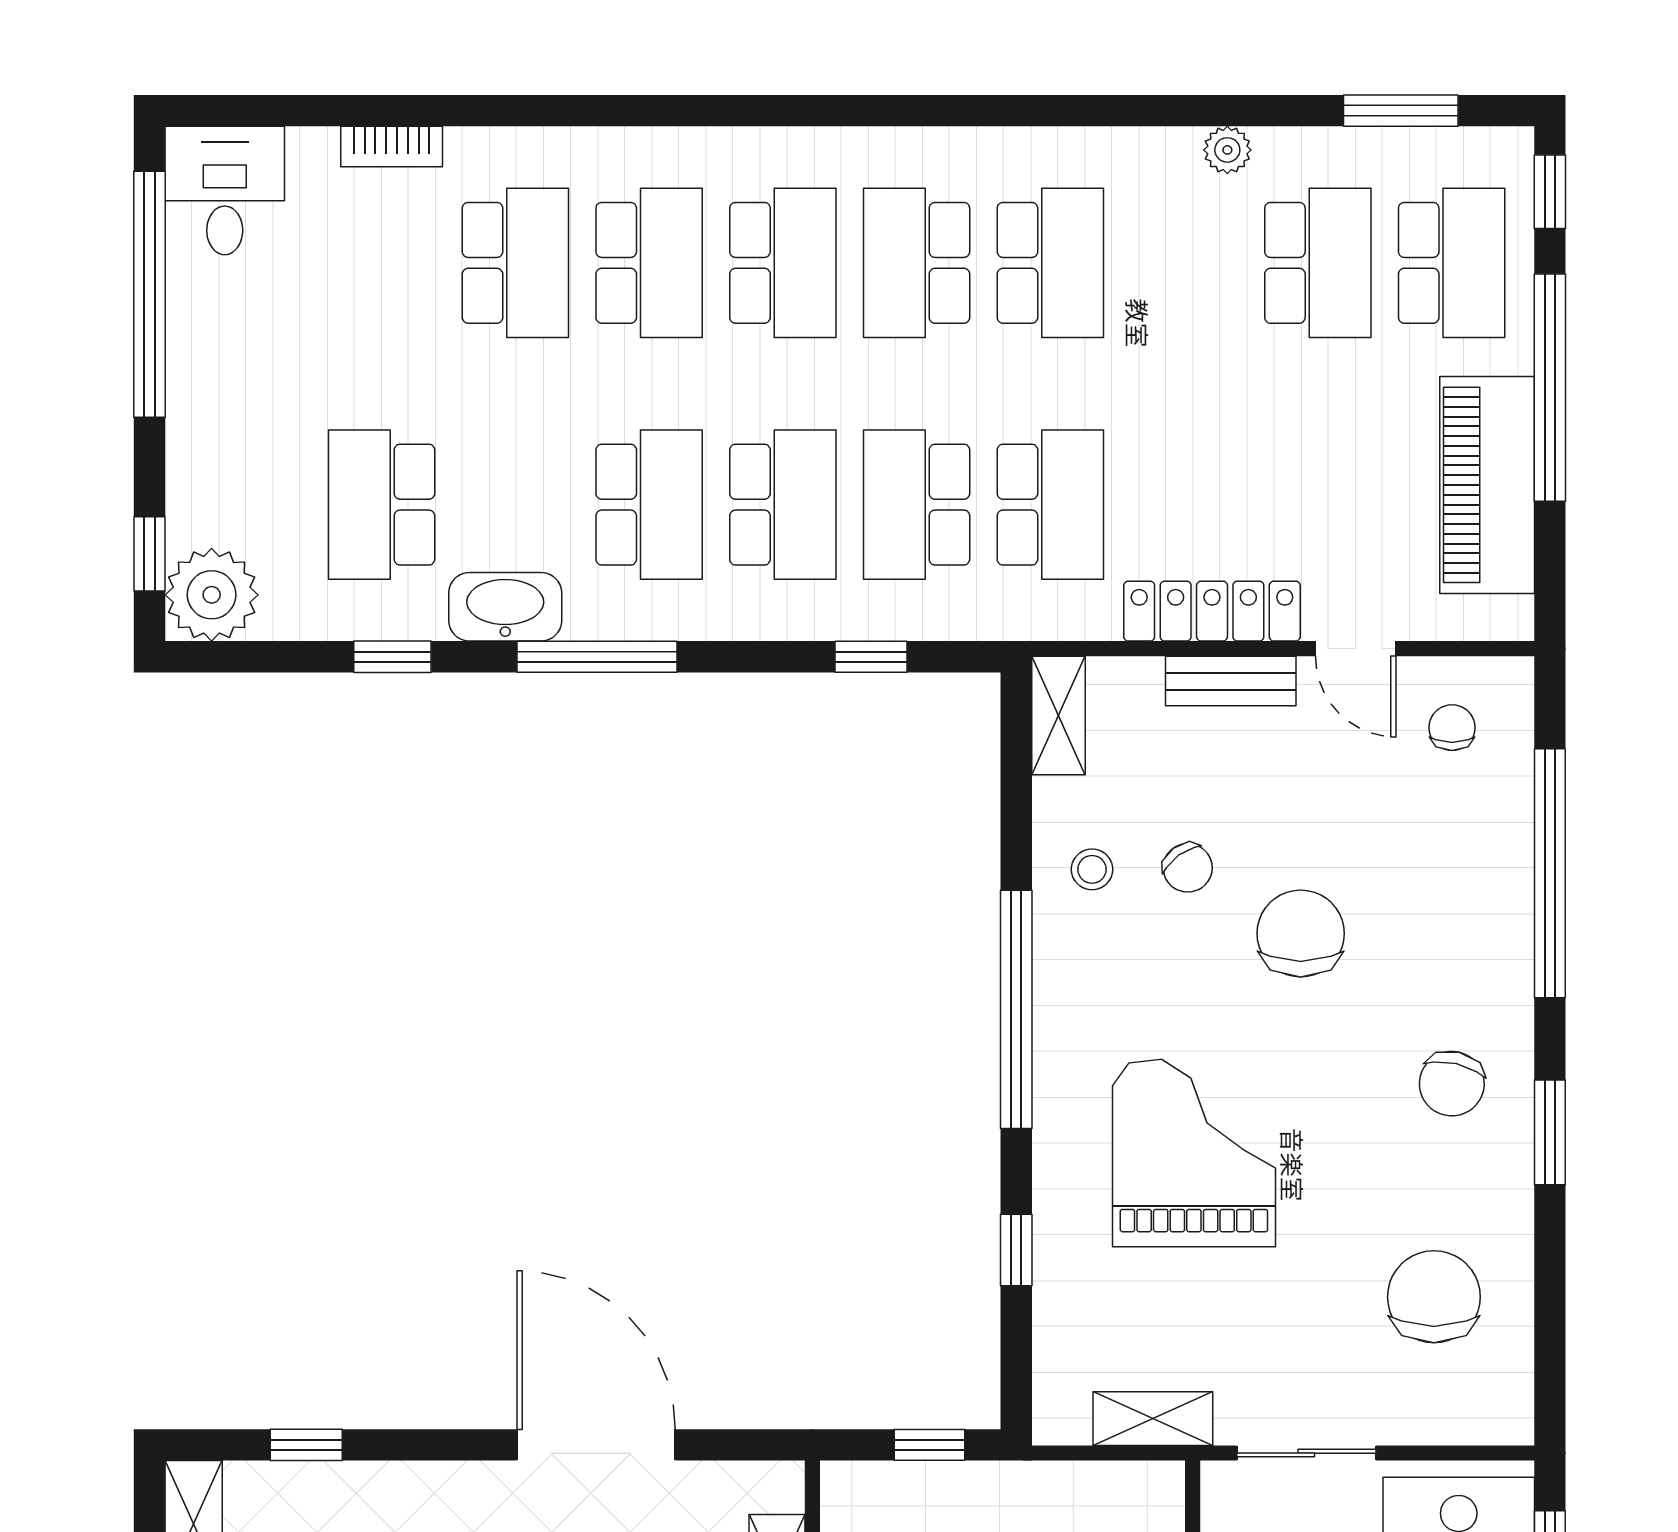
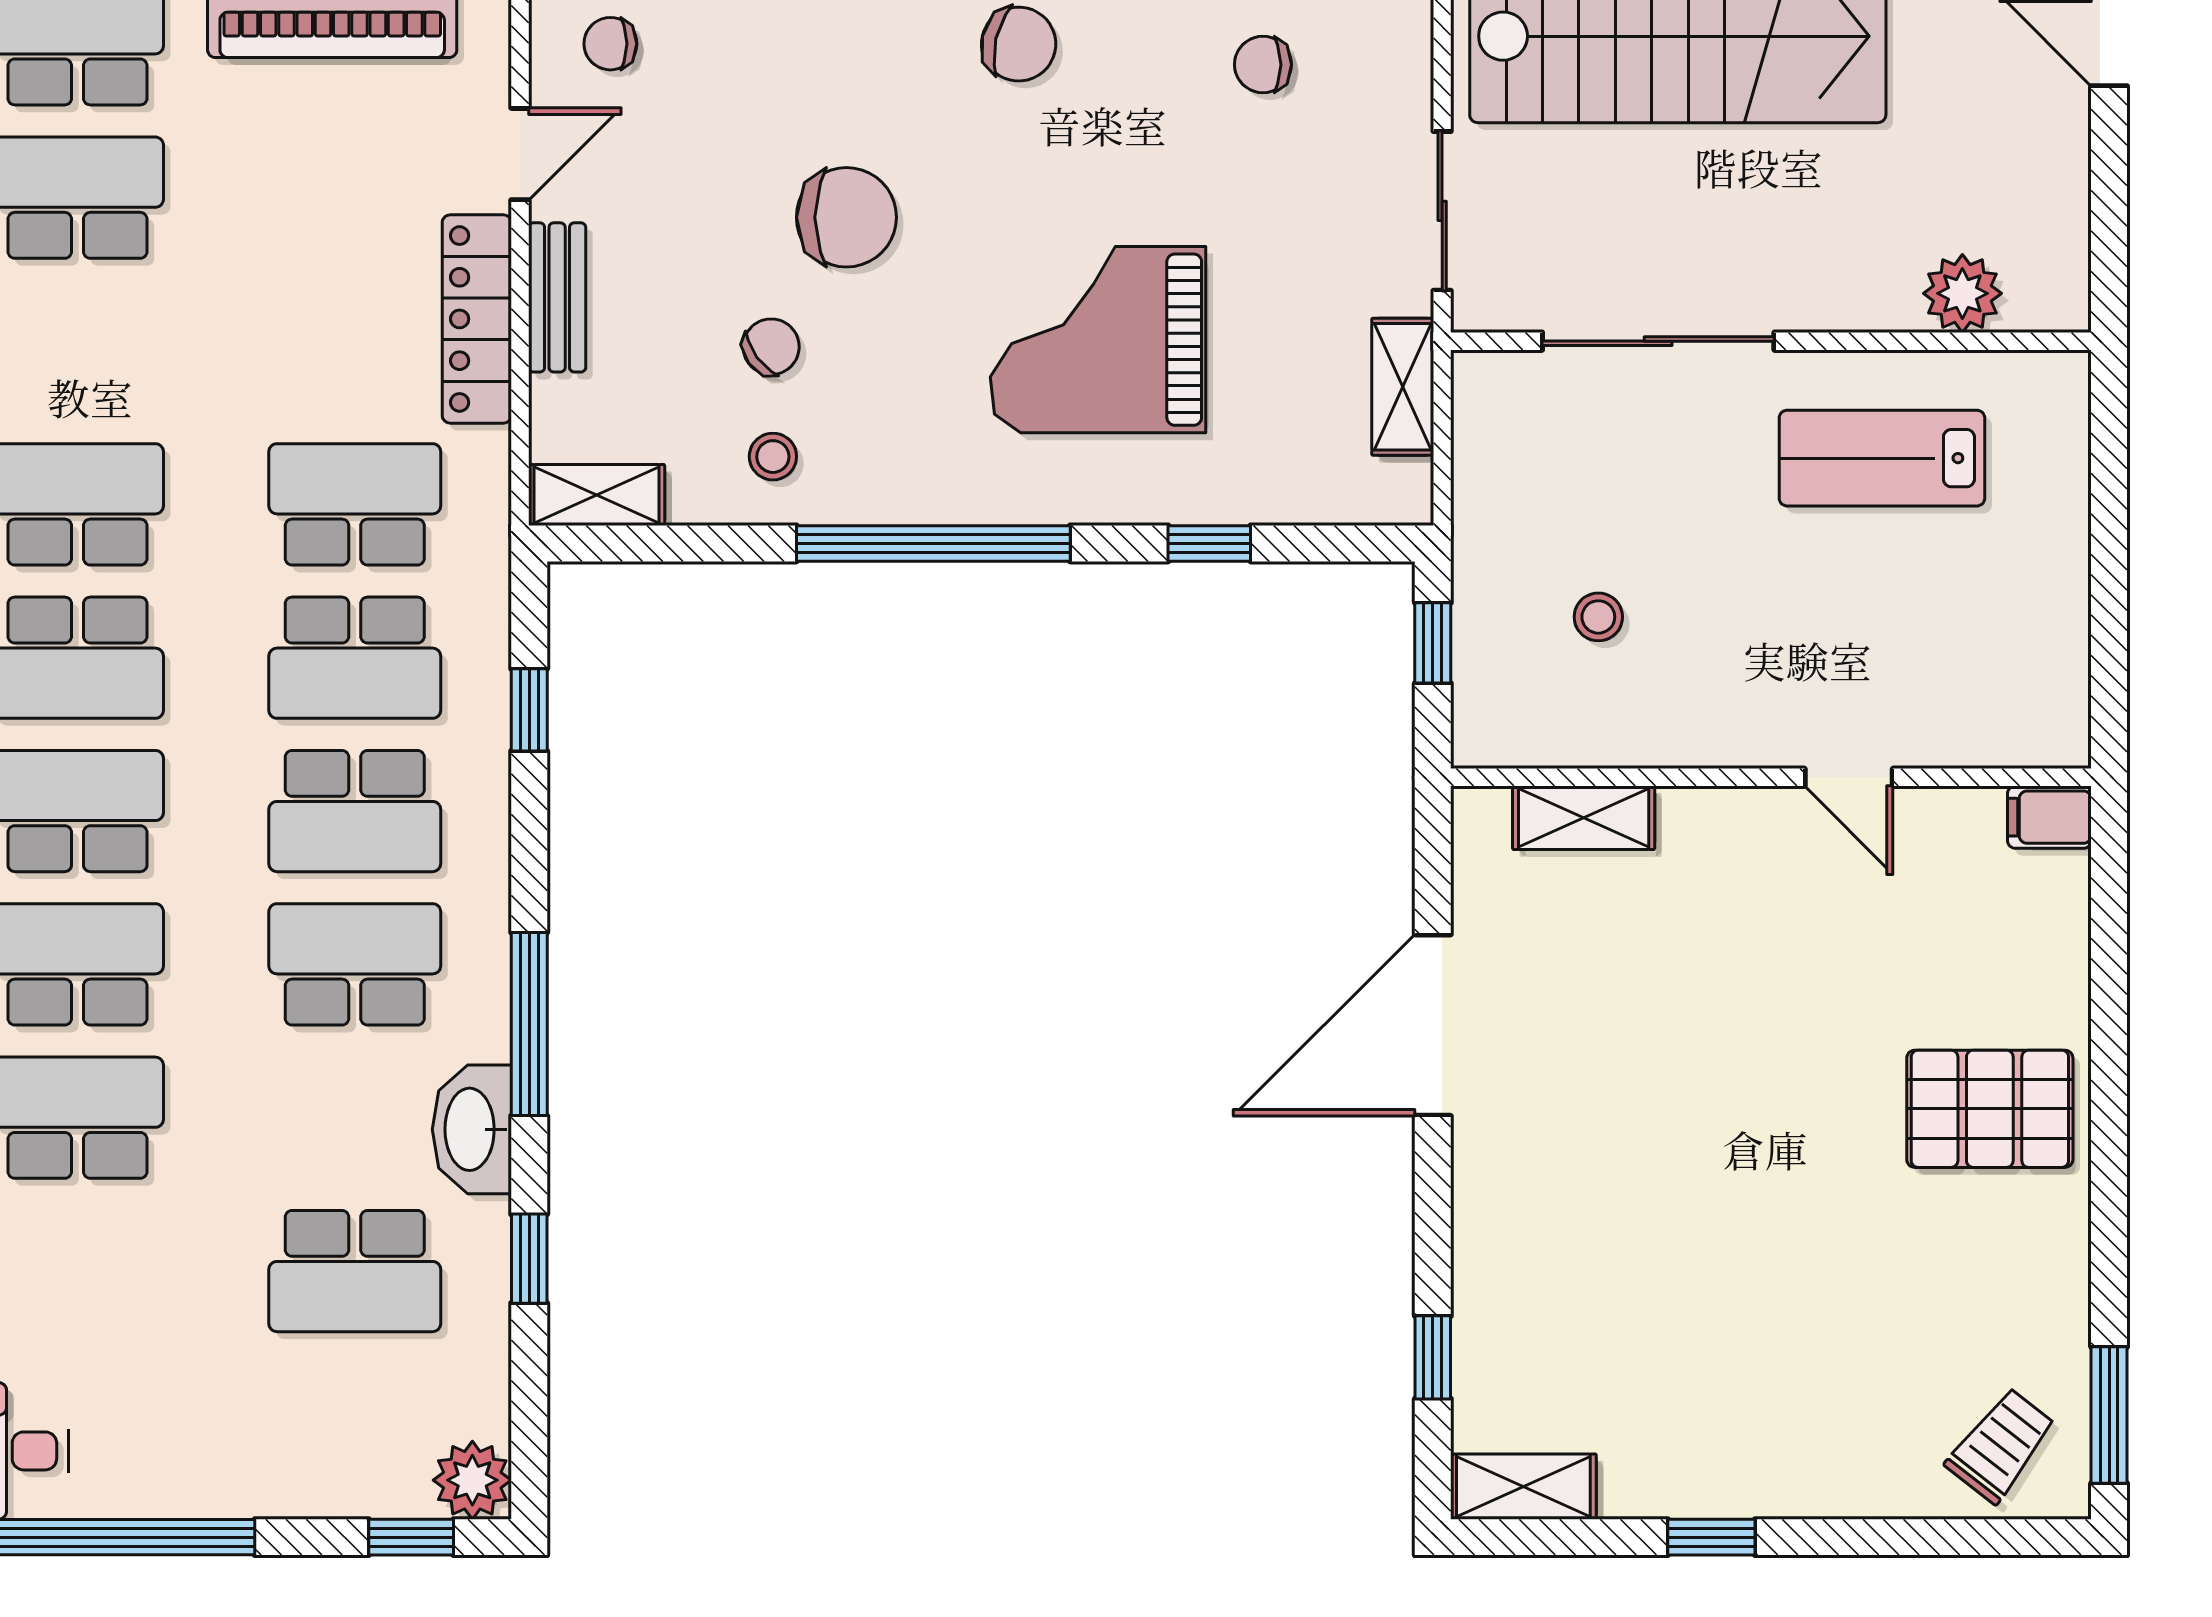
school desk: (783, 505) -> (355, 811), turned 180
plant: (212, 595) -> (472, 1480), width x0.73, depth x0.73
chair: (1301, 933) -> (846, 217), turned 180
chair: (1434, 1297) -> (1263, 65), width x0.54, depth x0.54

